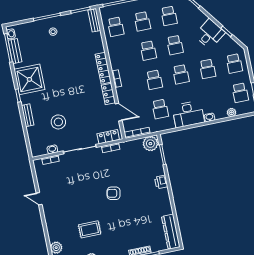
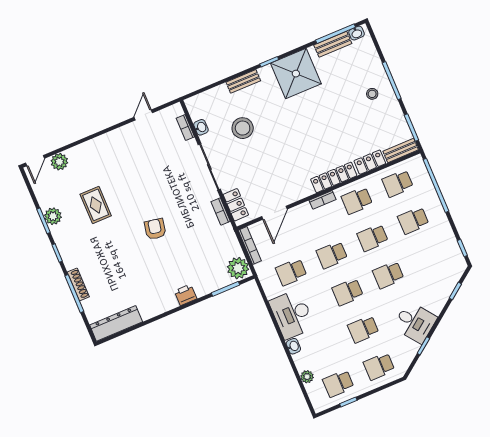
school desk: (169, 16) -> (357, 201), moved
locker: (108, 94) -> (370, 162), moved
door: (39, 199) -> (143, 115), moved

